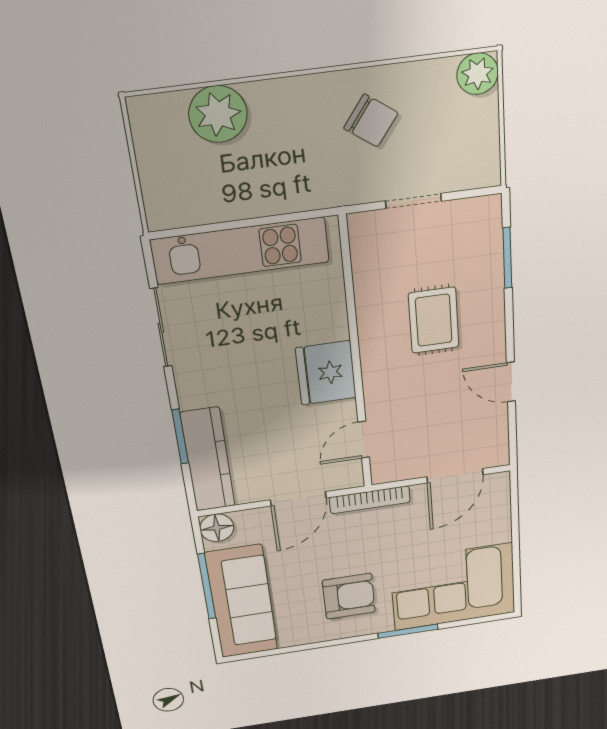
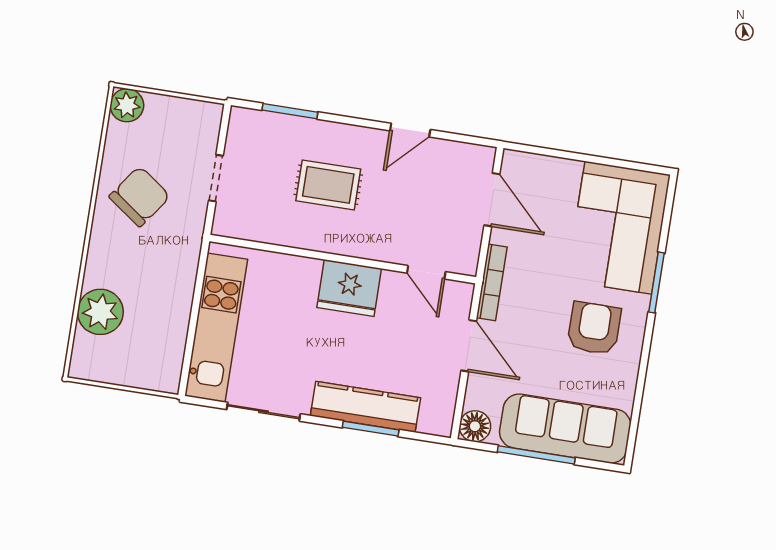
chair: (371, 121) -> (140, 196), width x1.37, depth x1.37
kitchen counter: (208, 460) -> (365, 407), moved

